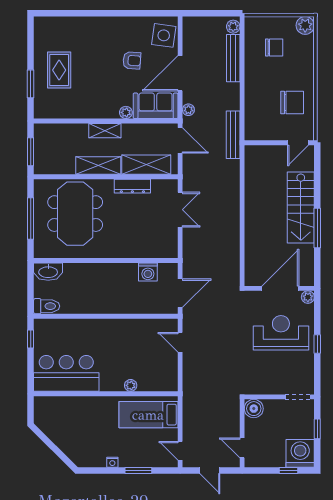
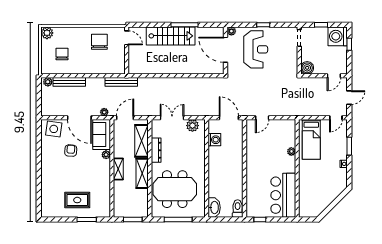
plant: (169, 240) -> (192, 126), added
reception desk: (281, 333) -> (256, 49), turned 180

